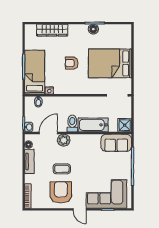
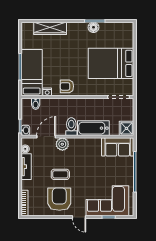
armchair: (72, 63) -> (67, 86), moved

